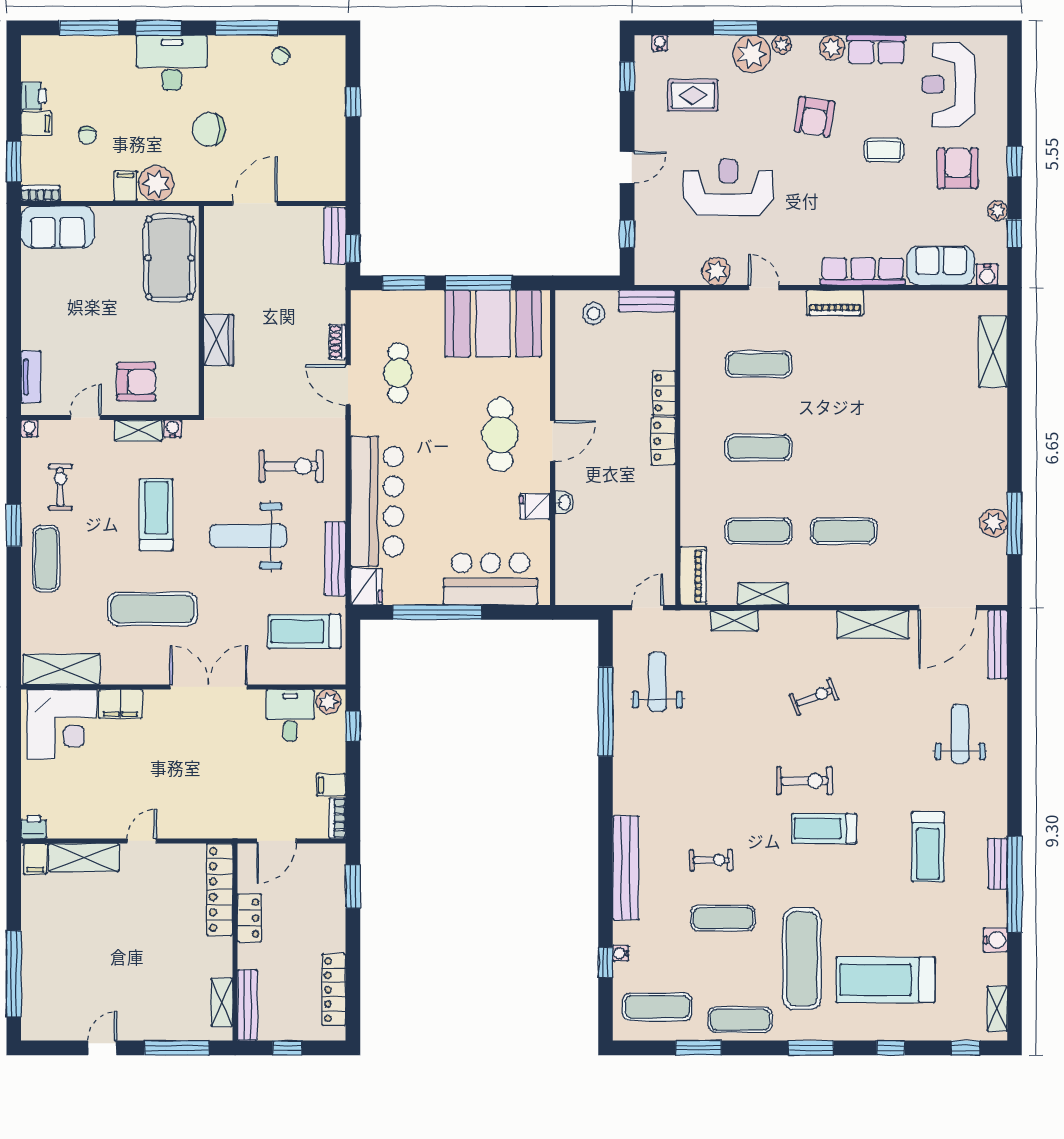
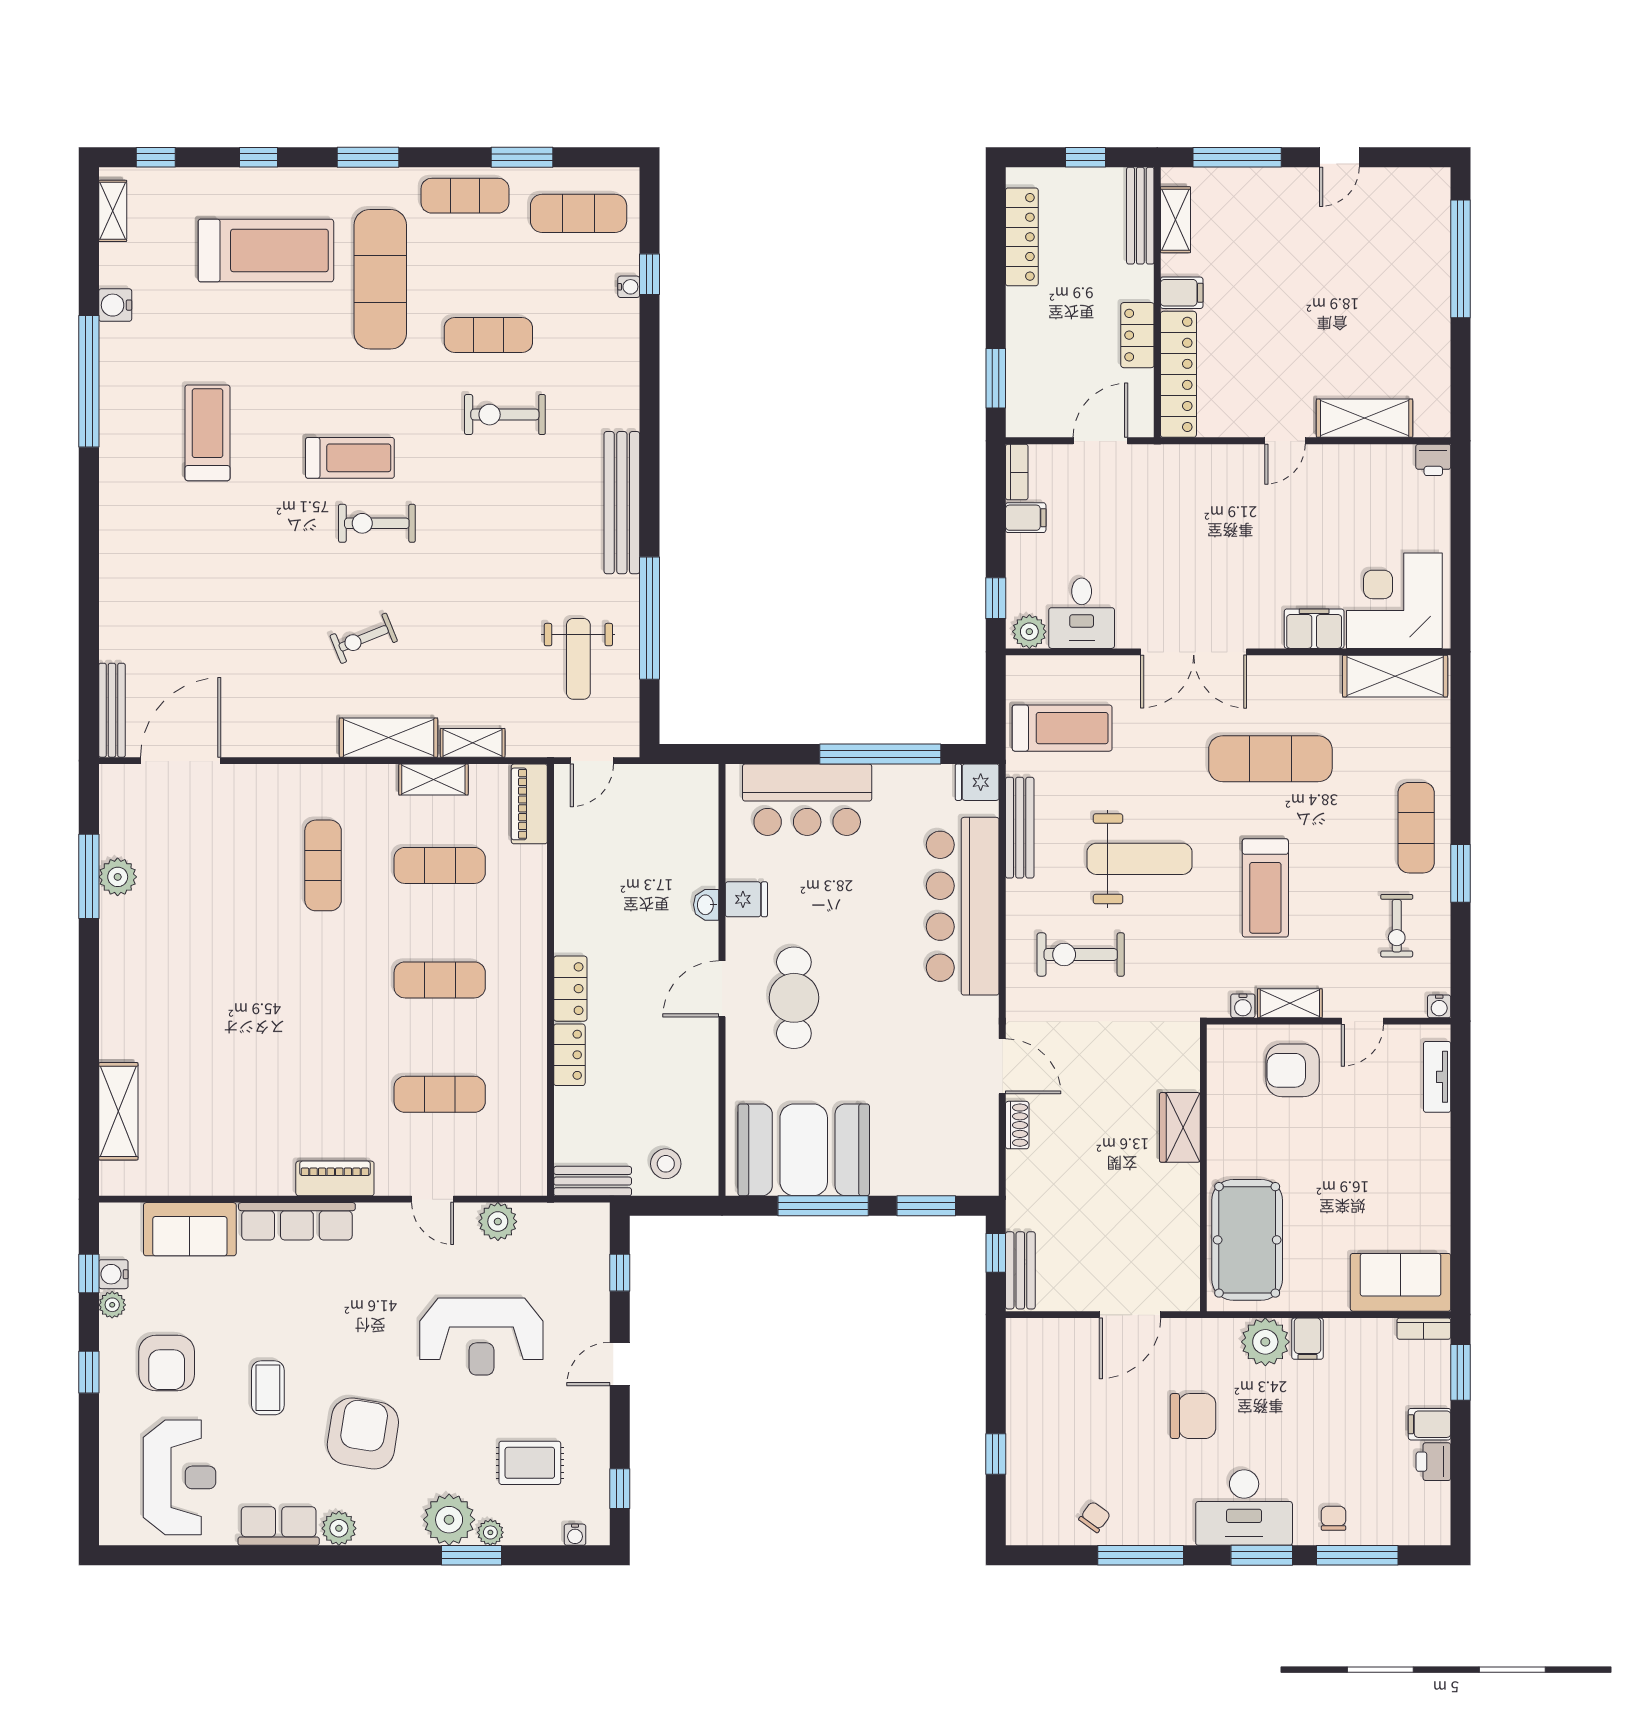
plant: (782, 45) -> (490, 1532), moved
armchair: (815, 117) -> (363, 1434), width x1.36, depth x1.36
chair: (87, 135) -> (1333, 1518), moved
coffee table: (884, 150) -> (268, 1388), turned 90
water cooler: (987, 275) -> (113, 1274), moved, turned -90
cafe table: (398, 373) -> (934, 1082), removed
exercise mat: (844, 531) -> (323, 865), turned 90
fridge: (366, 587) -> (977, 782), width x0.72
shelving: (873, 624) -> (389, 738), moved
weight bench: (960, 734) -> (163, 588), removed
filing cabinet: (35, 859) -> (1182, 293), moved, turned 90
exercise bike: (711, 860) -> (505, 415), width x1.38, depth x1.39
bench: (998, 864) -> (112, 410), removed
bench: (626, 868) -> (622, 503), moved

